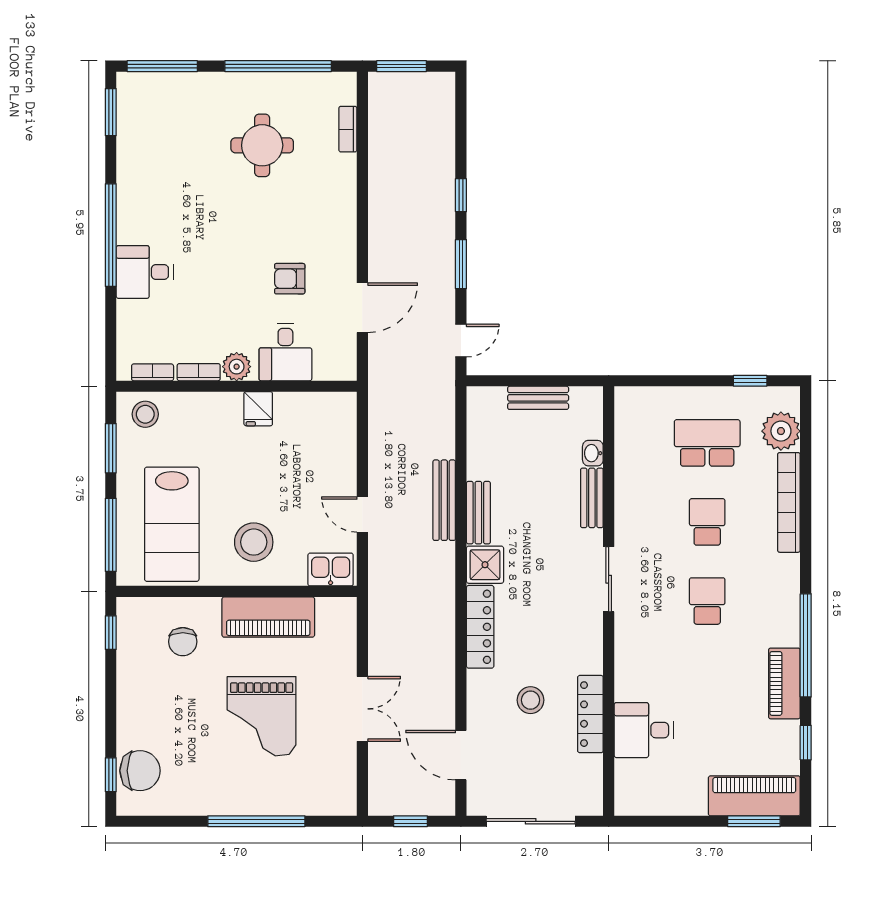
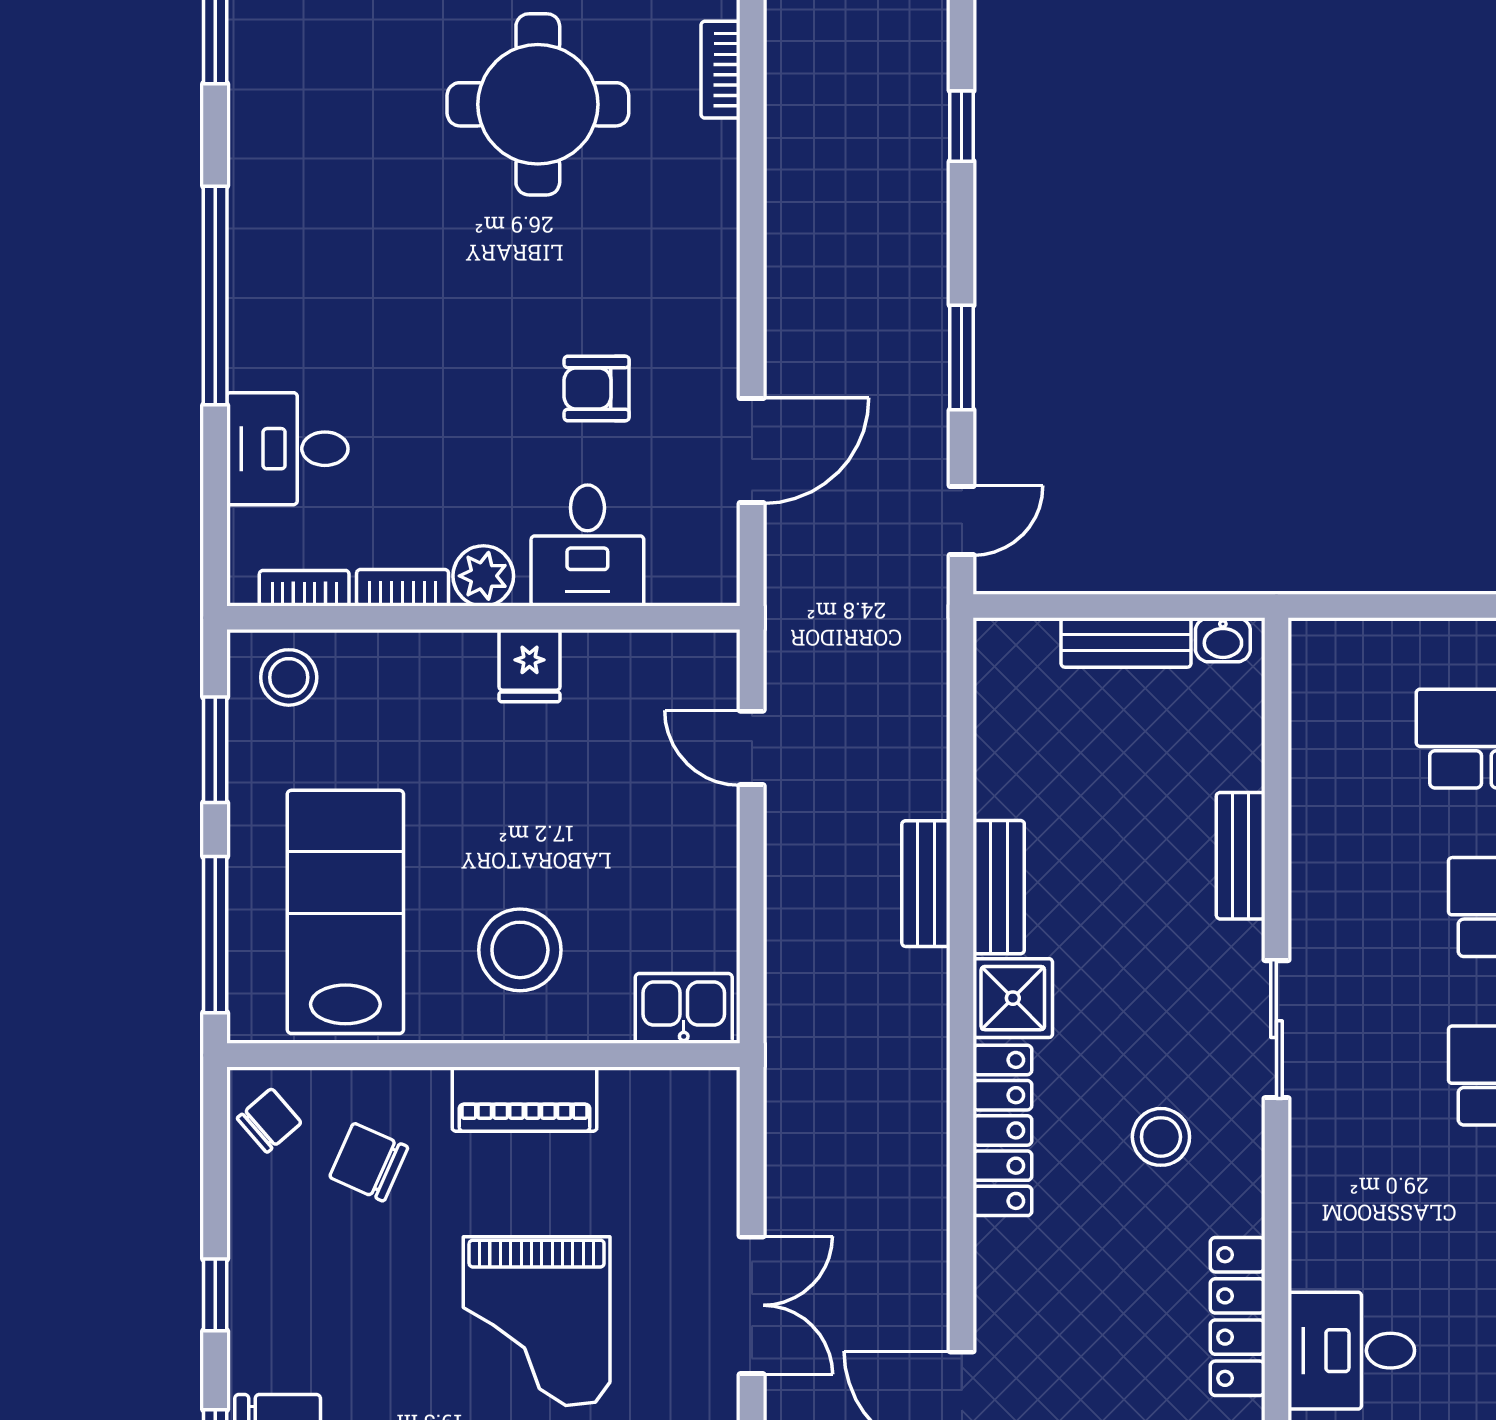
round table: (262, 145) -> (538, 104), width x1.36, depth x1.36
window: (461, 195) -> (962, 126), moved
desk: (145, 272) -> (287, 449), moved
washbasin: (593, 453) -> (1223, 640), moved, turned -90
bench: (444, 500) -> (926, 884), width x0.73
door: (362, 514) -> (752, 748), moved
lab bench: (172, 524) -> (345, 912), turned 180
piano: (268, 617) -> (524, 1099), width x0.73, depth x0.75
chair: (136, 622) -> (269, 1120), added
window: (111, 633) -> (215, 1295), moved
chair: (183, 642) -> (369, 1162), turned 114
stool: (531, 700) -> (1161, 1137), moved

